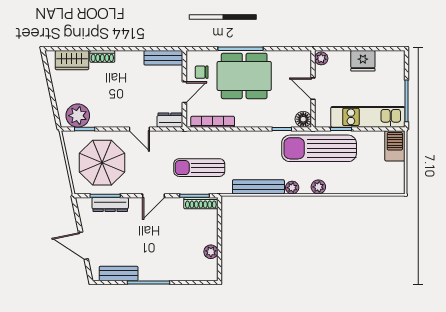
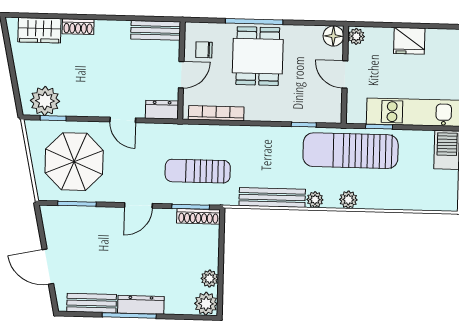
dining table: (244, 76) -> (258, 56), width x0.73
floor lamp: (303, 119) -> (333, 36), moved
dresser: (110, 204) -> (141, 305), moved, turned 180
plant: (209, 272) -> (206, 304), added

